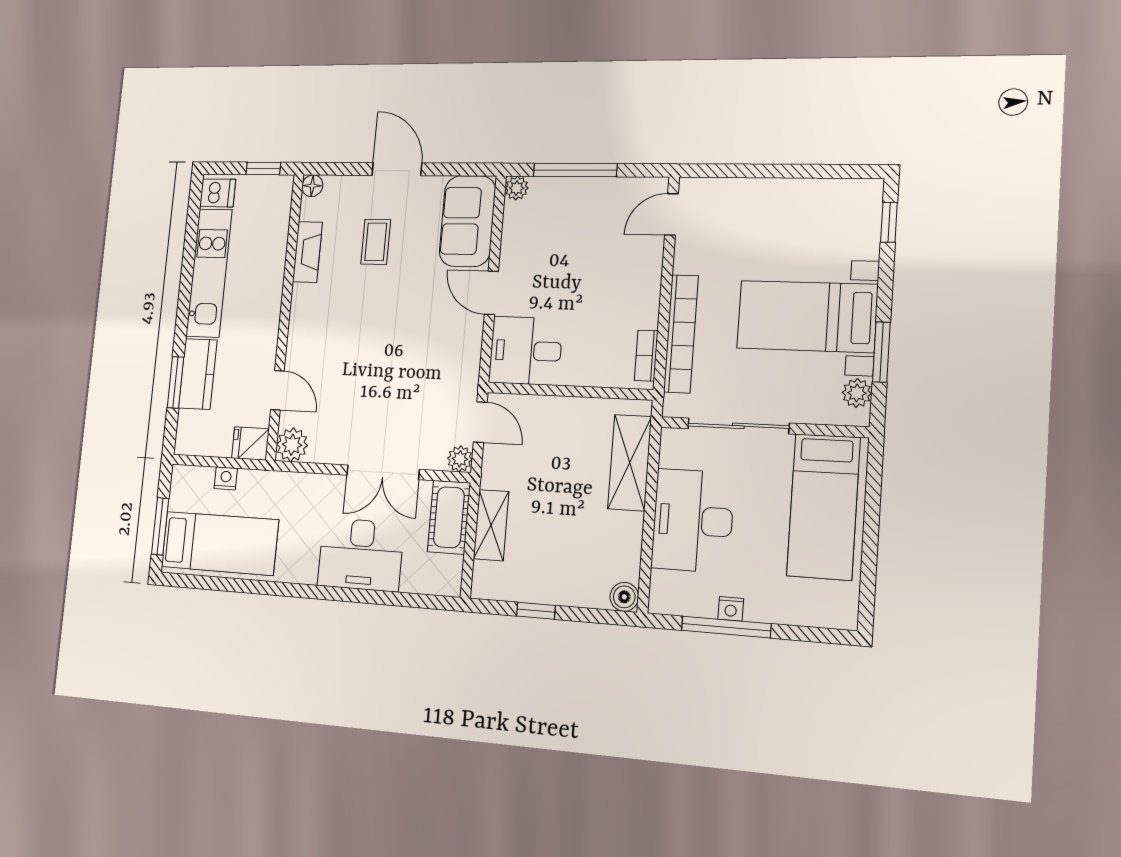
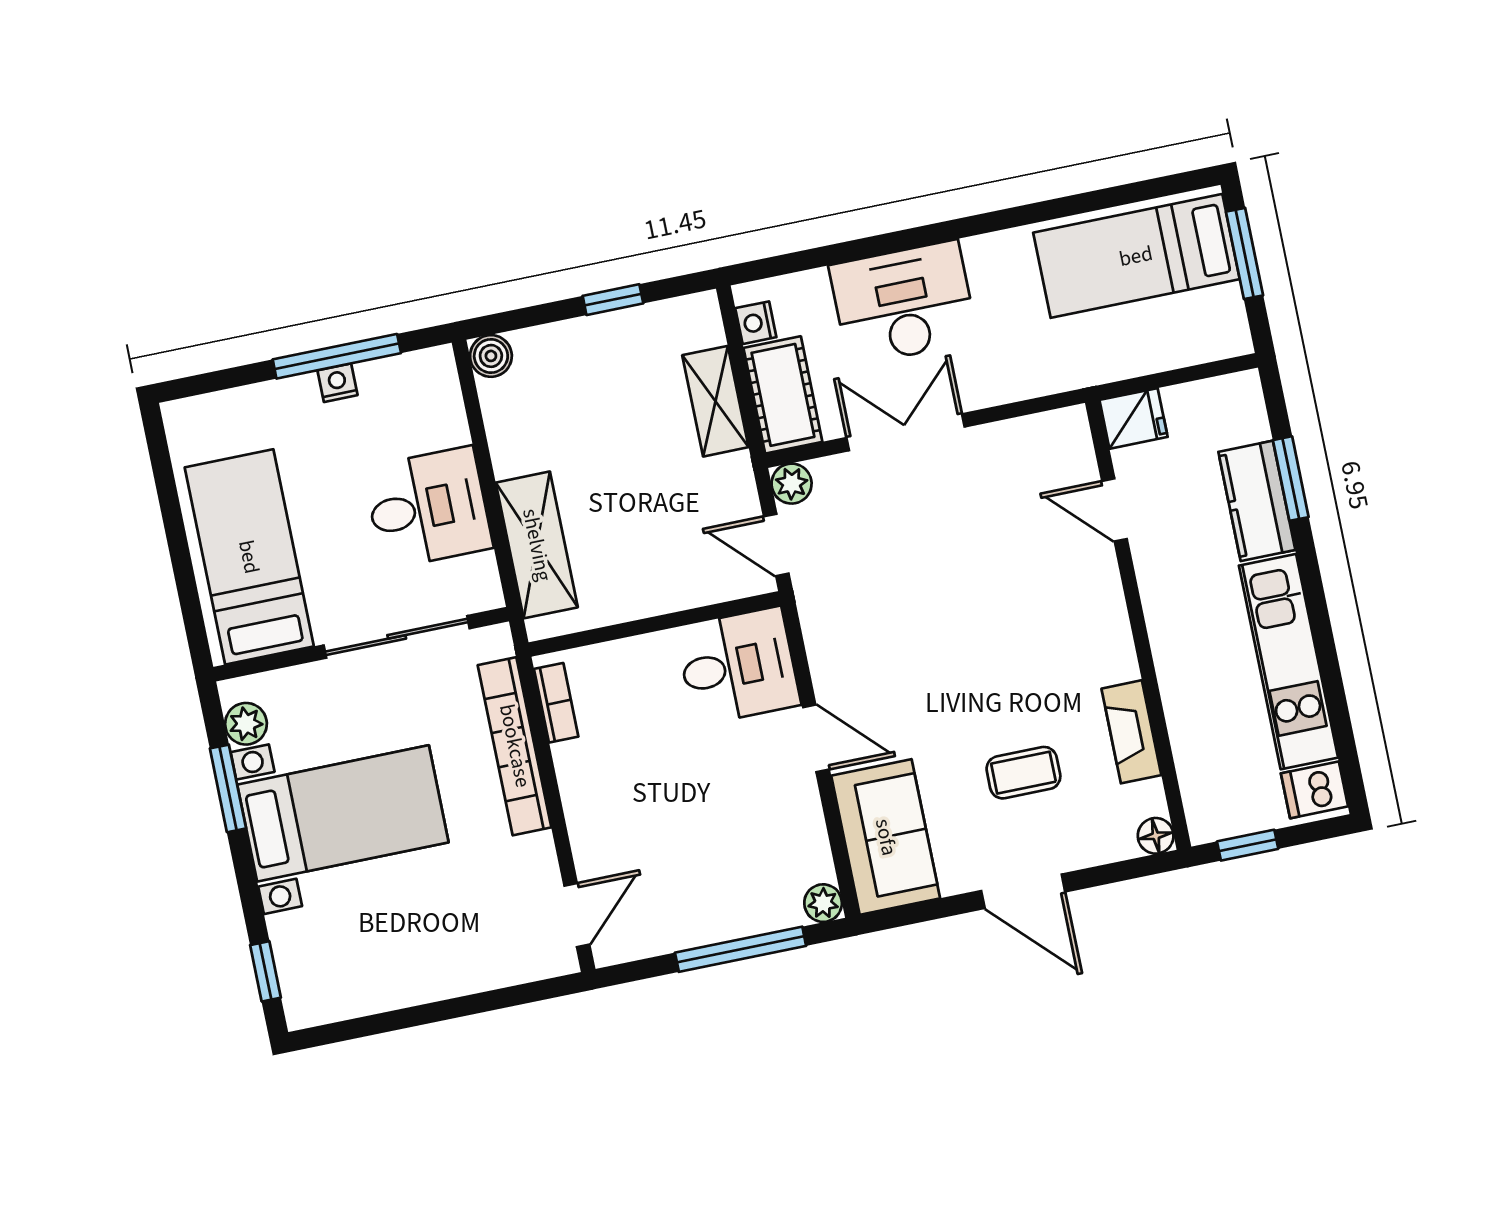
coffee table: (376, 242) -> (1023, 773), turned 90
plant: (292, 445) -> (1064, 434), removed
nightstand: (226, 478) -> (756, 323), moved, turned 90
desk: (693, 521) -> (428, 508), width x0.73

